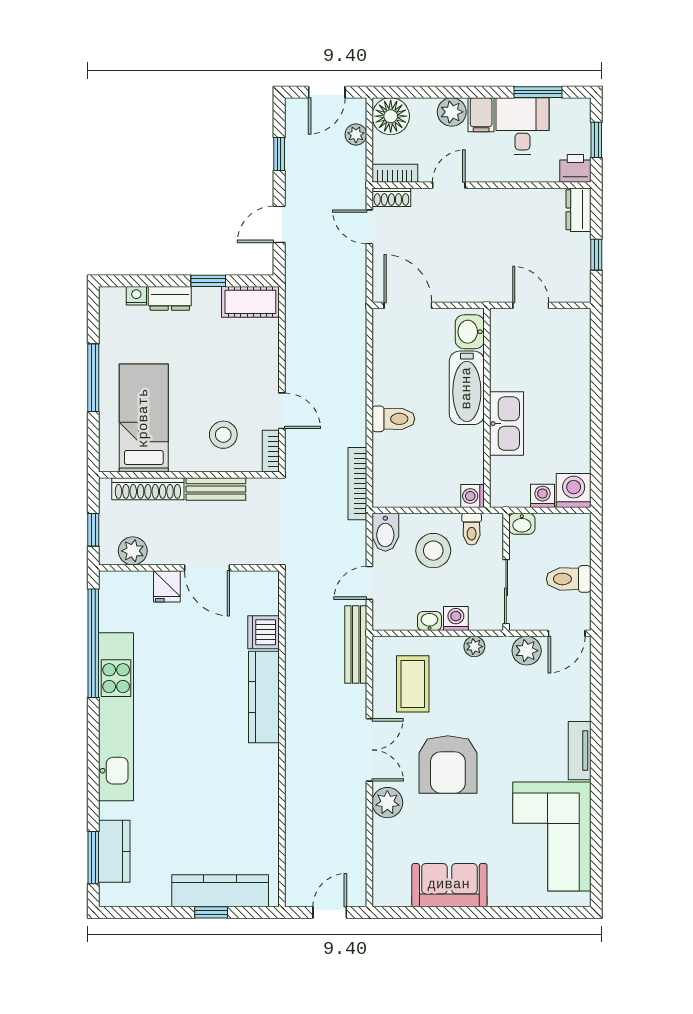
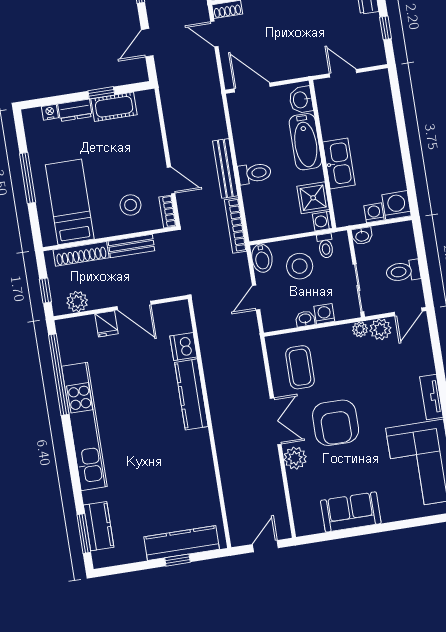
cot: (250, 302) -> (114, 107), moved
shower: (465, 463) -> (313, 198), added
bench: (356, 645) -> (225, 168), moved
plant: (474, 647) -> (360, 329), moved

